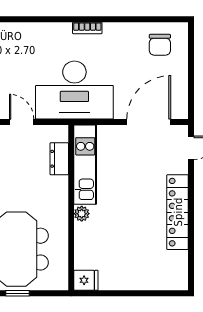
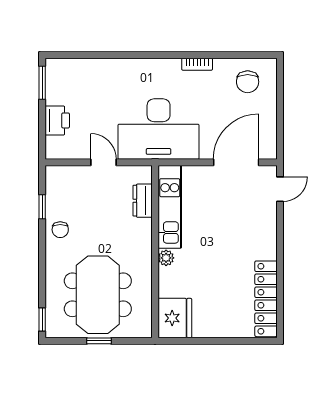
bookcase: (87, 28) -> (197, 64), moved
locker: (178, 212) -> (266, 299), moved
fridge: (86, 280) -> (175, 318), width x1.88, depth x1.34

